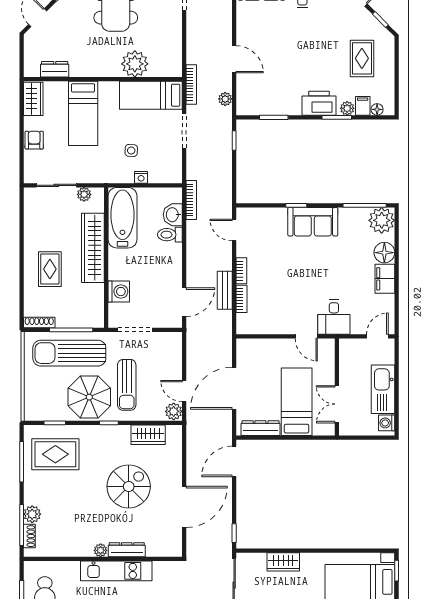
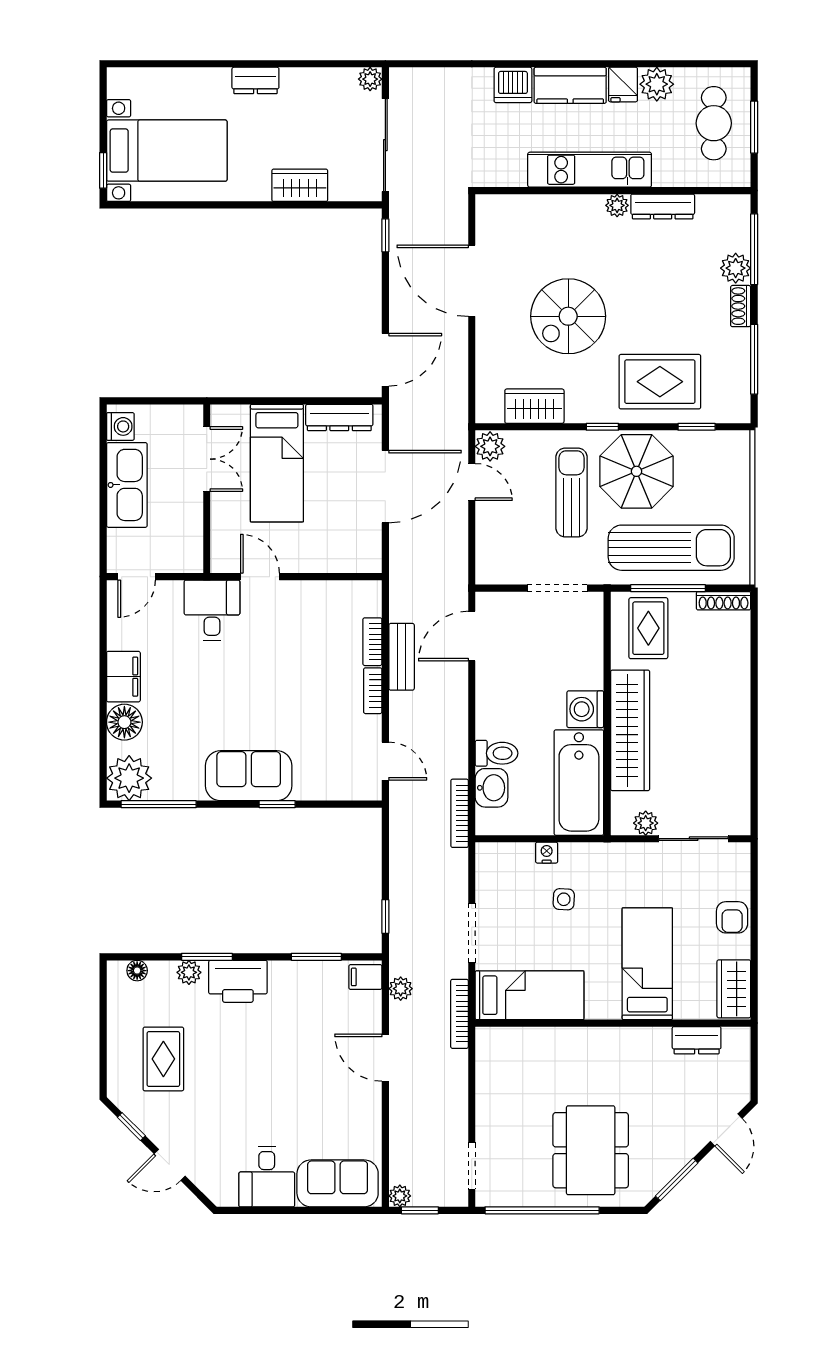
plant: (135, 64) -> (558, 1050), removed
filing cabinet: (363, 106) -> (365, 977), moved, turned 90
rug: (50, 269) -> (648, 628), moved
washing machine: (119, 292) -> (585, 709), moved
rug: (55, 454) -> (660, 382), moved
door: (184, 507) -> (472, 281), hinge flipped
shoe rack: (29, 536) -> (741, 306), moved
dresser: (127, 550) -> (663, 206), moved

